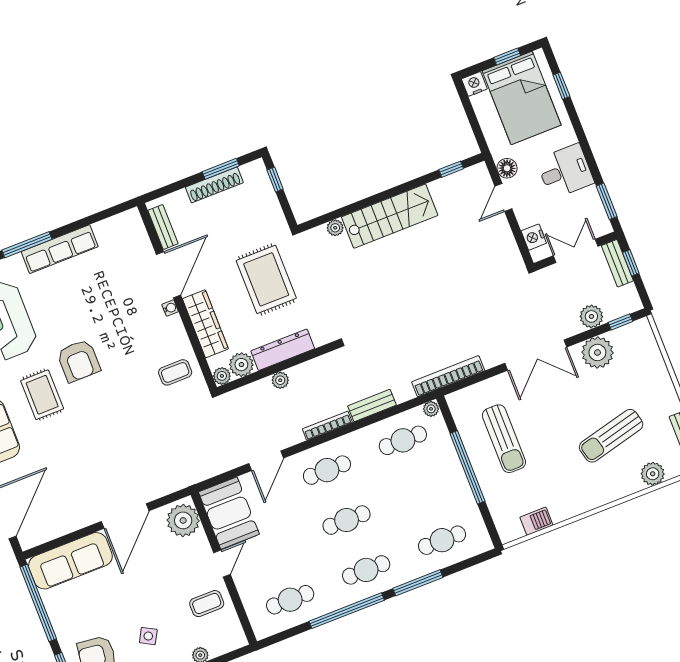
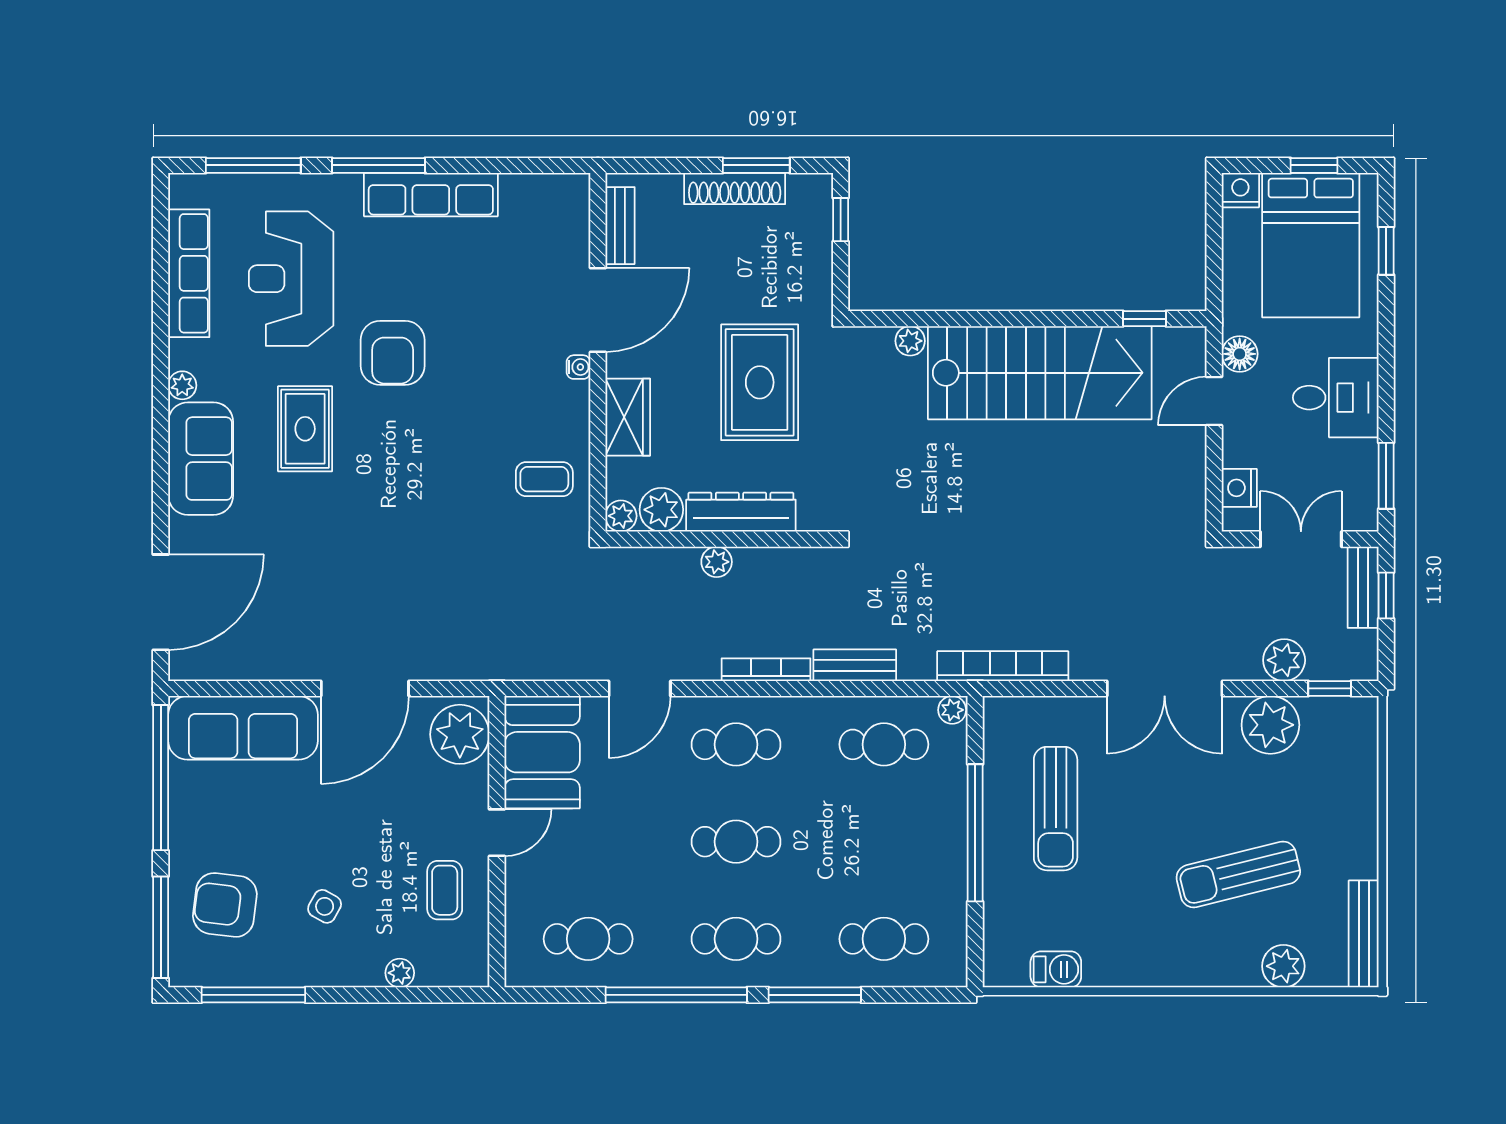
stairs: (390, 216) -> (1040, 373), width x1.36, depth x1.51
wardrobe: (205, 324) -> (628, 417), width x0.67
armchair: (78, 361) -> (393, 353), moved
coffee table: (207, 604) -> (445, 890), turned 90

